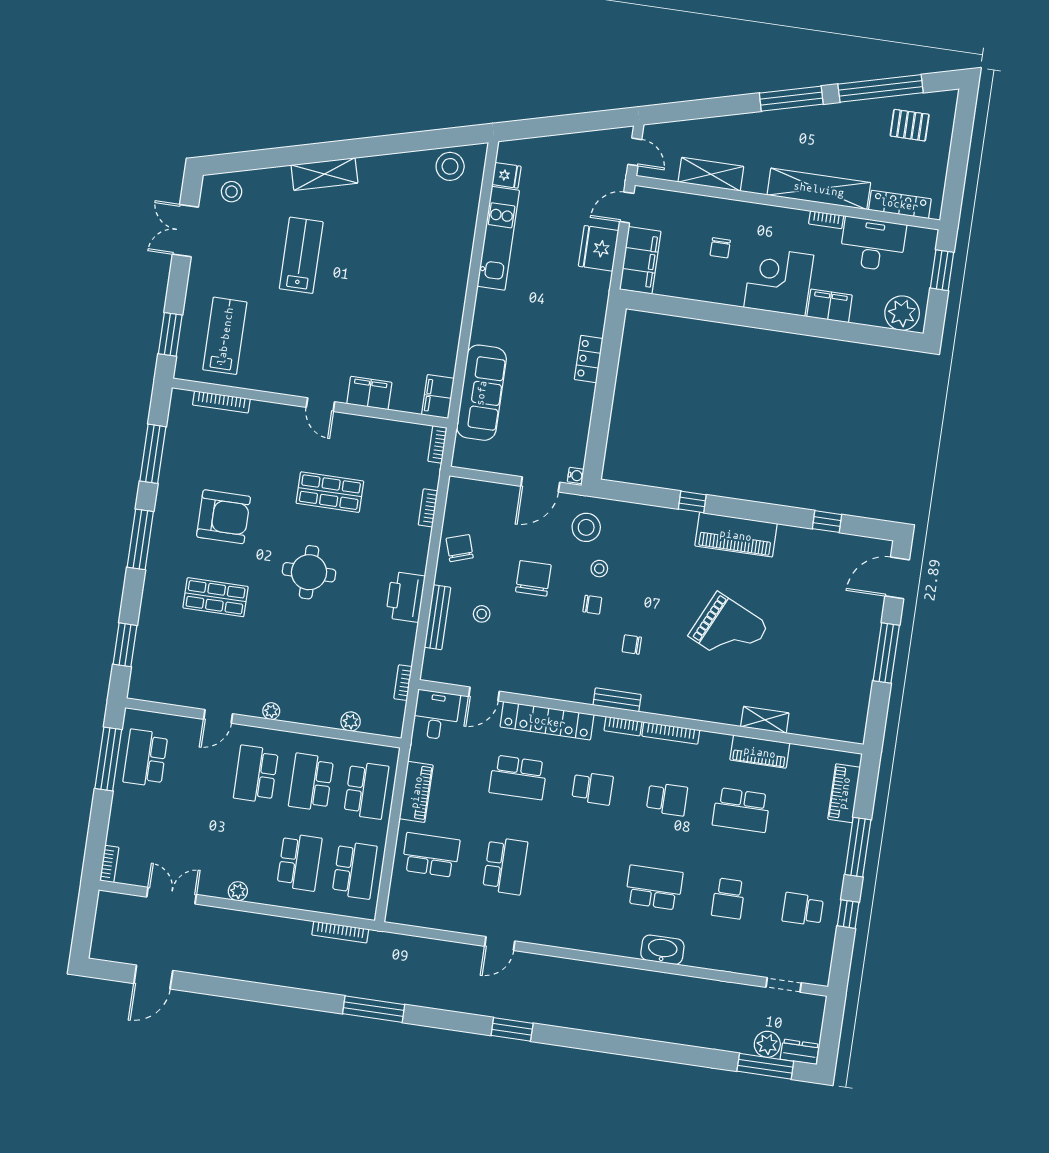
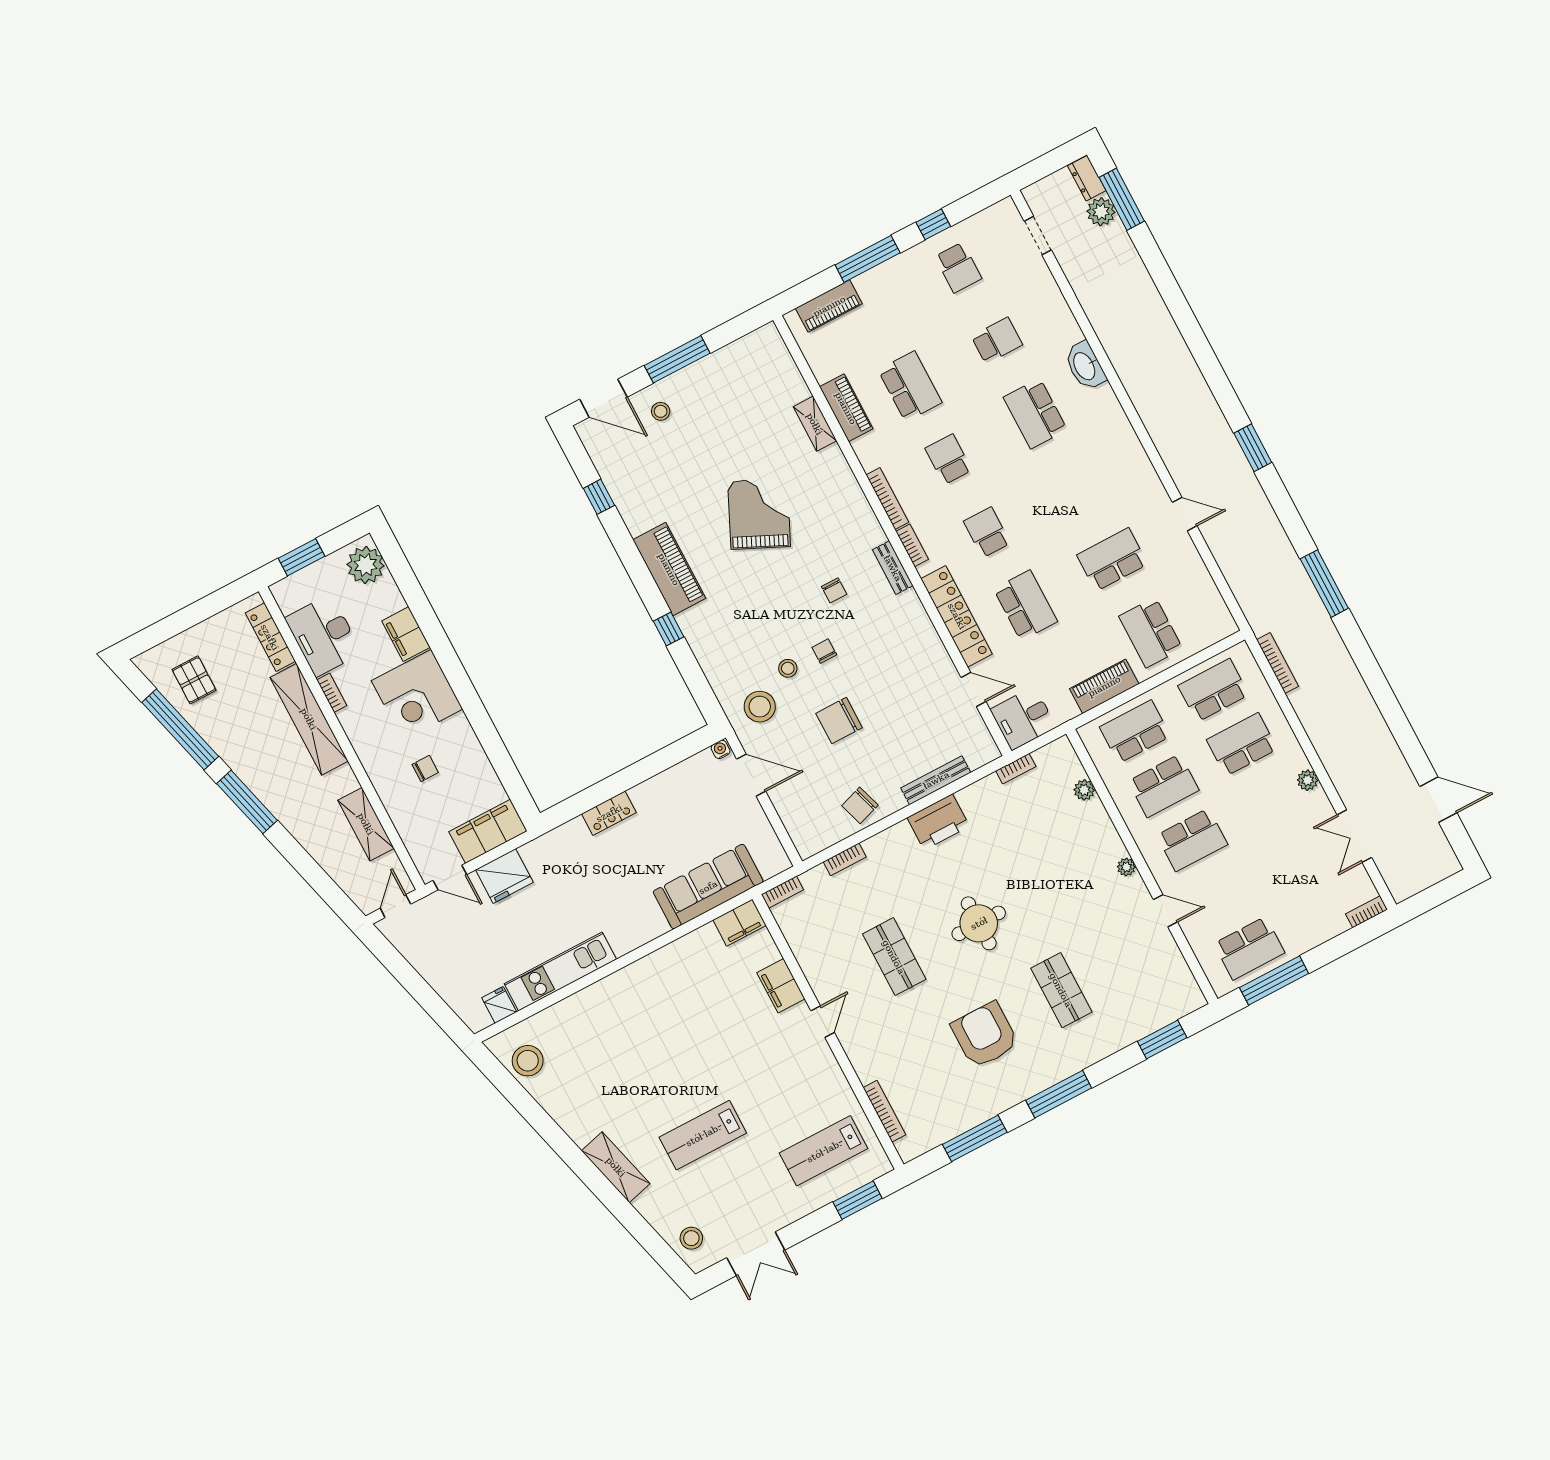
stool: (482, 614) -> (661, 411), moved

